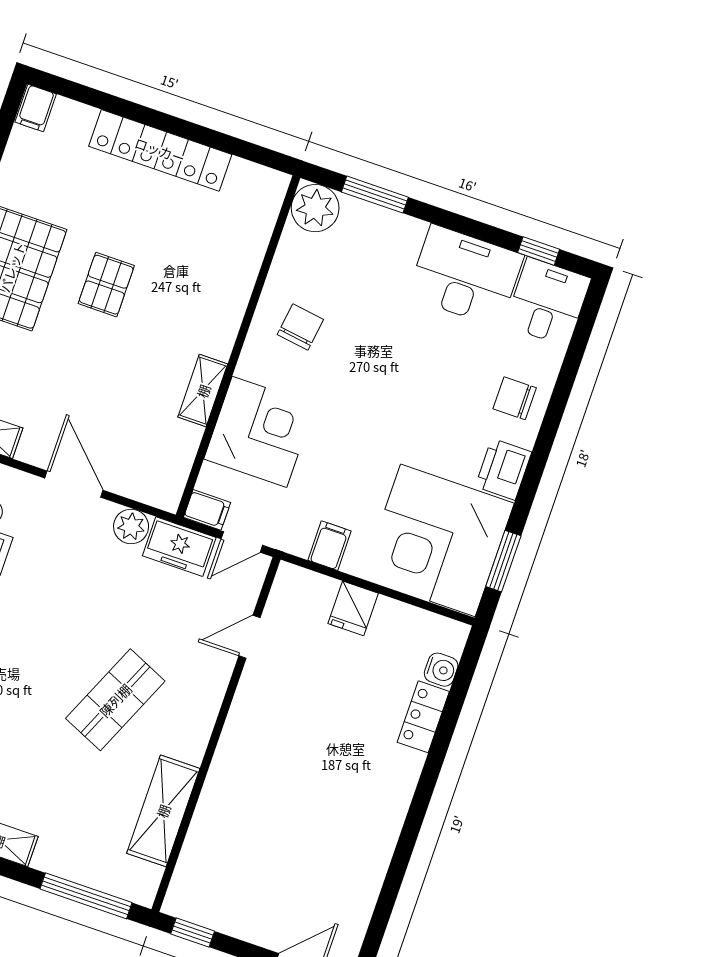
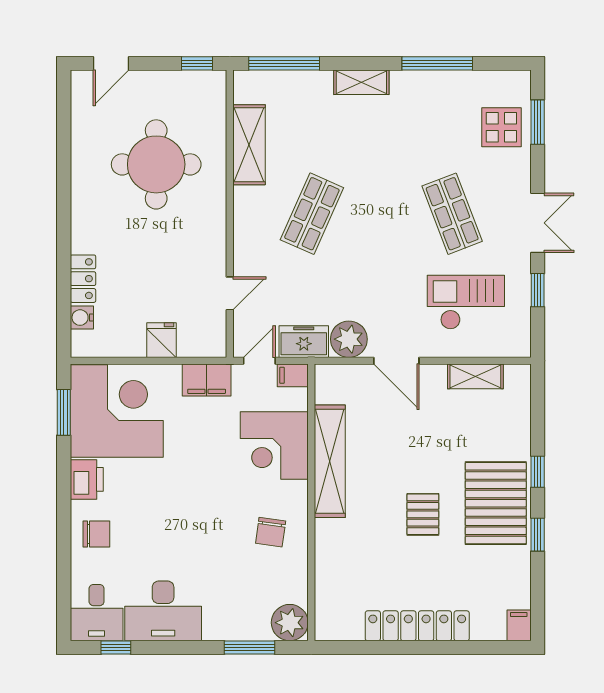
shelving: (203, 391) -> (330, 461), width x2.20, depth x1.33
plant: (131, 527) -> (349, 339), width x1.36, depth x1.36
filing cabinet: (329, 546) -> (207, 380), width x2.00
round table: (285, 826) -> (156, 164), added

